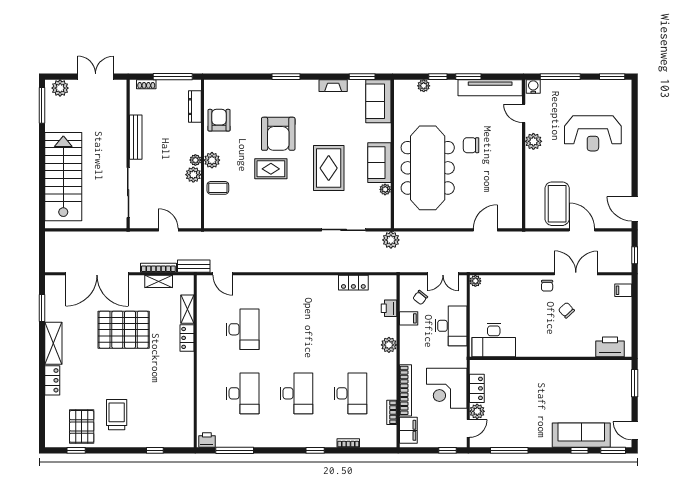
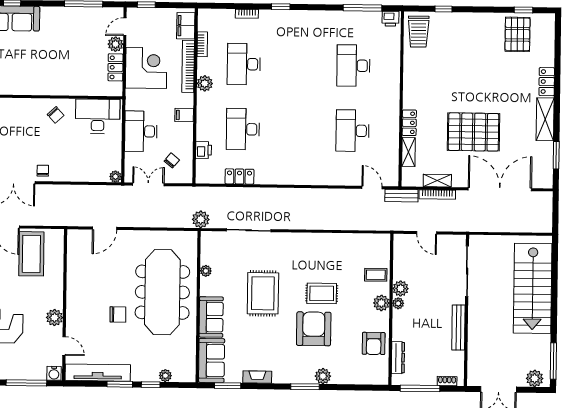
plant: (268, 87) -> (323, 376), added
sofa: (379, 163) -> (211, 317), moved
chair: (566, 310) -> (56, 115), moved
filing cabinet: (409, 318) -> (184, 115), moved
plant: (389, 345) -> (205, 83), moved
desk: (297, 393) -> (243, 129), moved
trolley: (117, 415) -> (419, 32), moved

